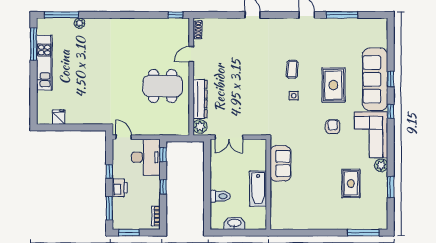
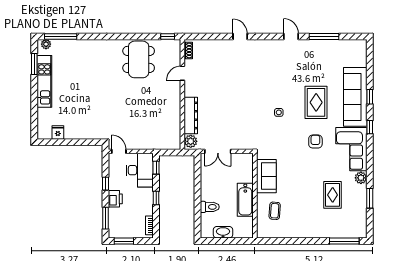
plant: (79, 23) -> (46, 44), moved
window: (33, 44) -> (34, 64), width x0.69
coffee table: (292, 69) -> (275, 211), moved
dining table: (163, 86) -> (139, 59), moved, turned 90

